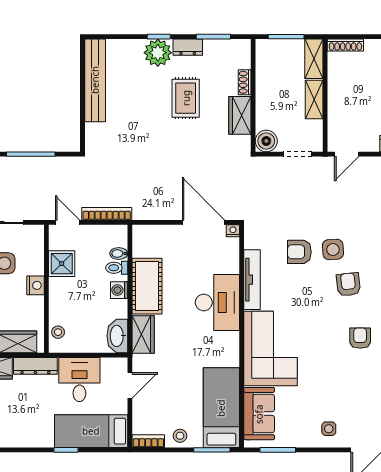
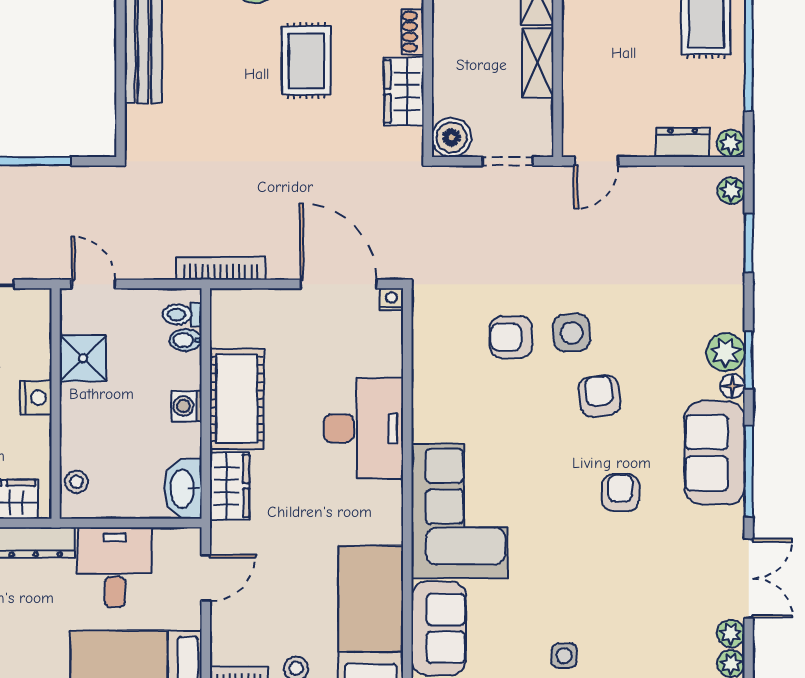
bookcase: (107, 214) -> (221, 269), moved
toilet: (117, 268) -> (182, 314), moved
tv unit: (252, 280) -> (426, 387), removed

